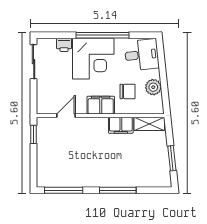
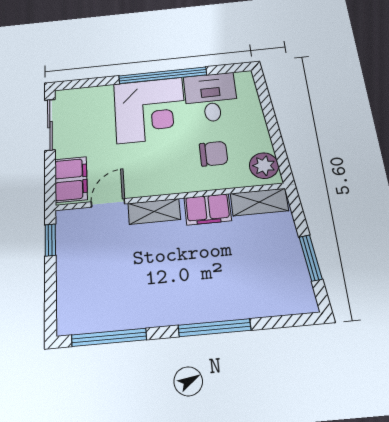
printer: (64, 45) -> (100, 95), removed
desk: (142, 55) -> (211, 98), moved, turned -84
plant: (153, 87) -> (264, 166), moved
filing cabinet: (101, 105) -> (71, 179), moved, turned 90
shelving: (91, 123) -> (154, 211), added

